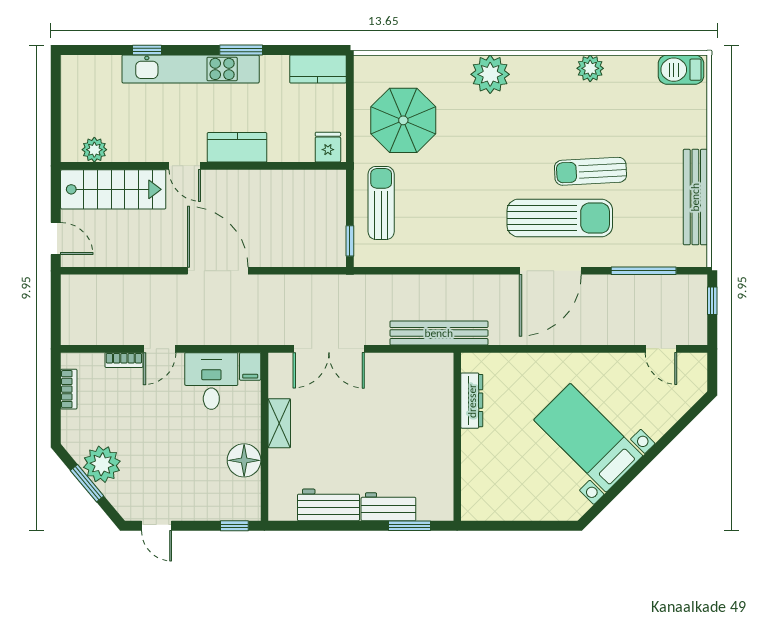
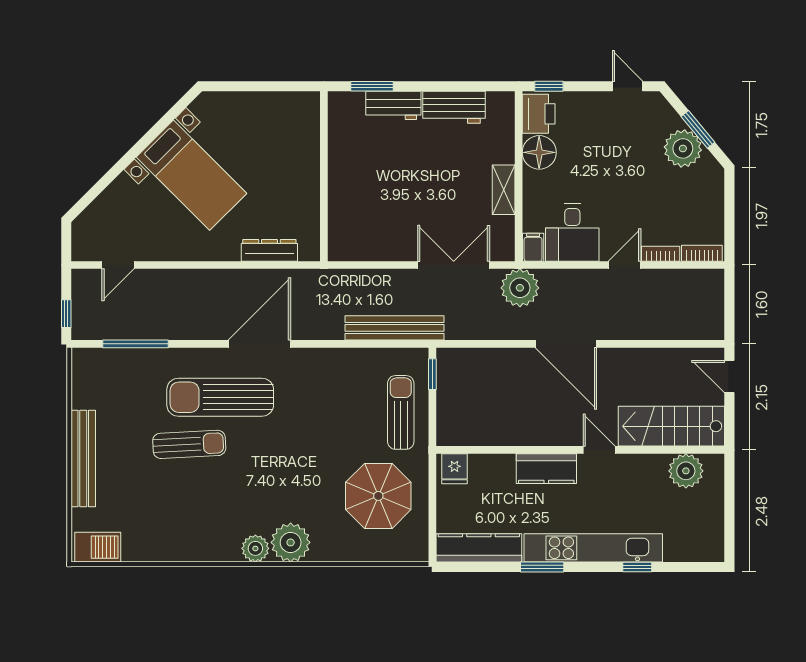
plant: (590, 68) -> (255, 548), moved
kitchen counter: (318, 69) -> (479, 548), width x1.50
plant: (94, 150) -> (686, 471), width x1.36, depth x1.36
bench: (695, 197) -> (83, 459), moved
sun lounger: (381, 203) -> (401, 412), turned 180
door: (550, 271) -> (259, 344), moved
plant: (263, 326) -> (520, 288), added
bench: (439, 333) -> (395, 328), moved
door: (661, 349) -> (118, 265), swing flipped
bookcase: (69, 389) -> (702, 253), moved, turned 90
dresser: (472, 401) -> (269, 250), moved, turned 90
printer: (245, 499) -> (539, 114), added

